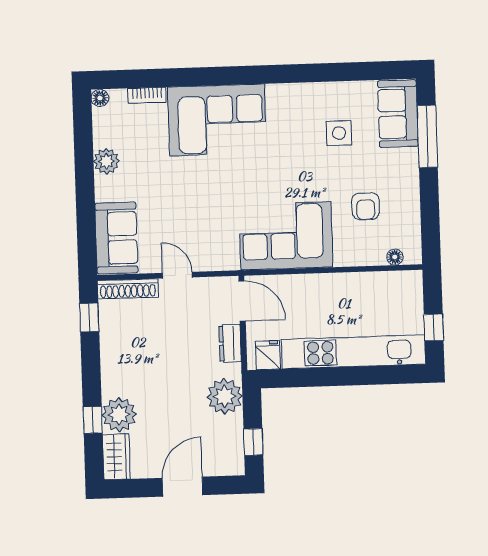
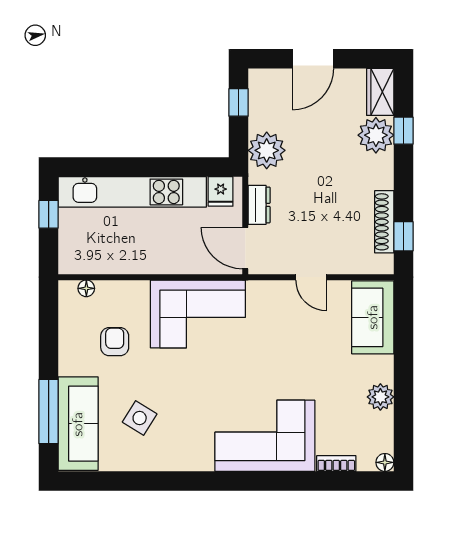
sofa: (398, 114) -> (78, 424), width x1.36
side table: (339, 133) -> (140, 418), turned 32
shoe rack: (128, 289) -> (384, 222), moved, turned -90

